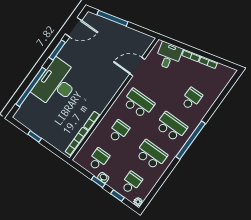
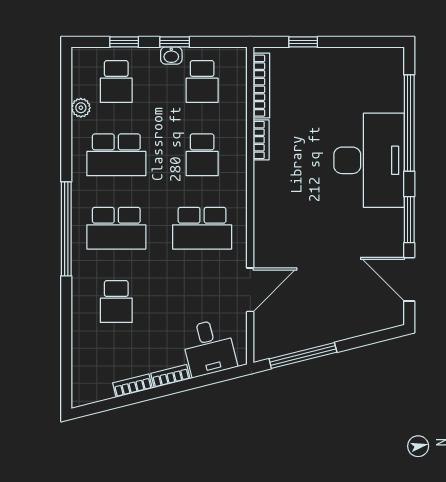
window: (112, 18) -> (303, 356), moved
door: (73, 27) -> (409, 279), hinge flipped
window: (35, 136) -> (303, 42), moved
plant: (138, 202) -> (81, 108), moved

